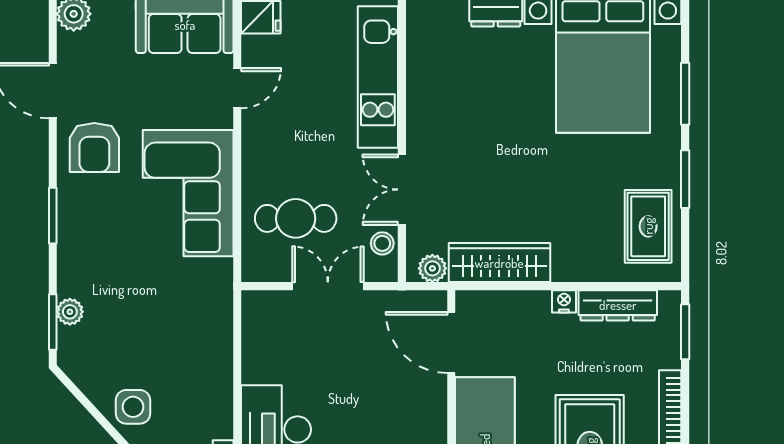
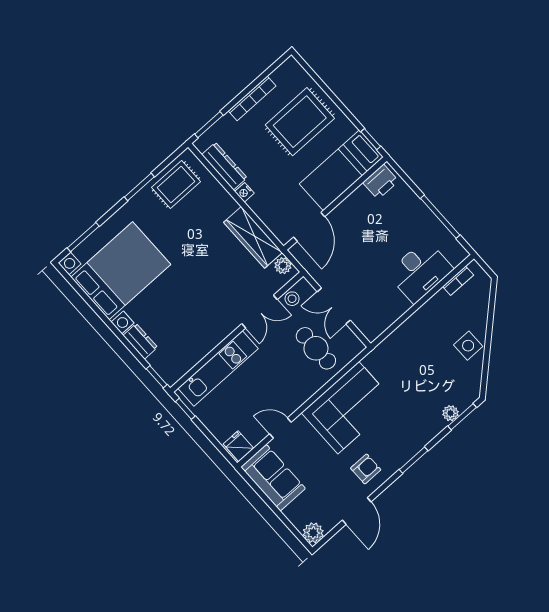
window: (685, 94) -> (83, 237), moved
armchair: (94, 147) -> (366, 469), width x0.72, depth x0.72

